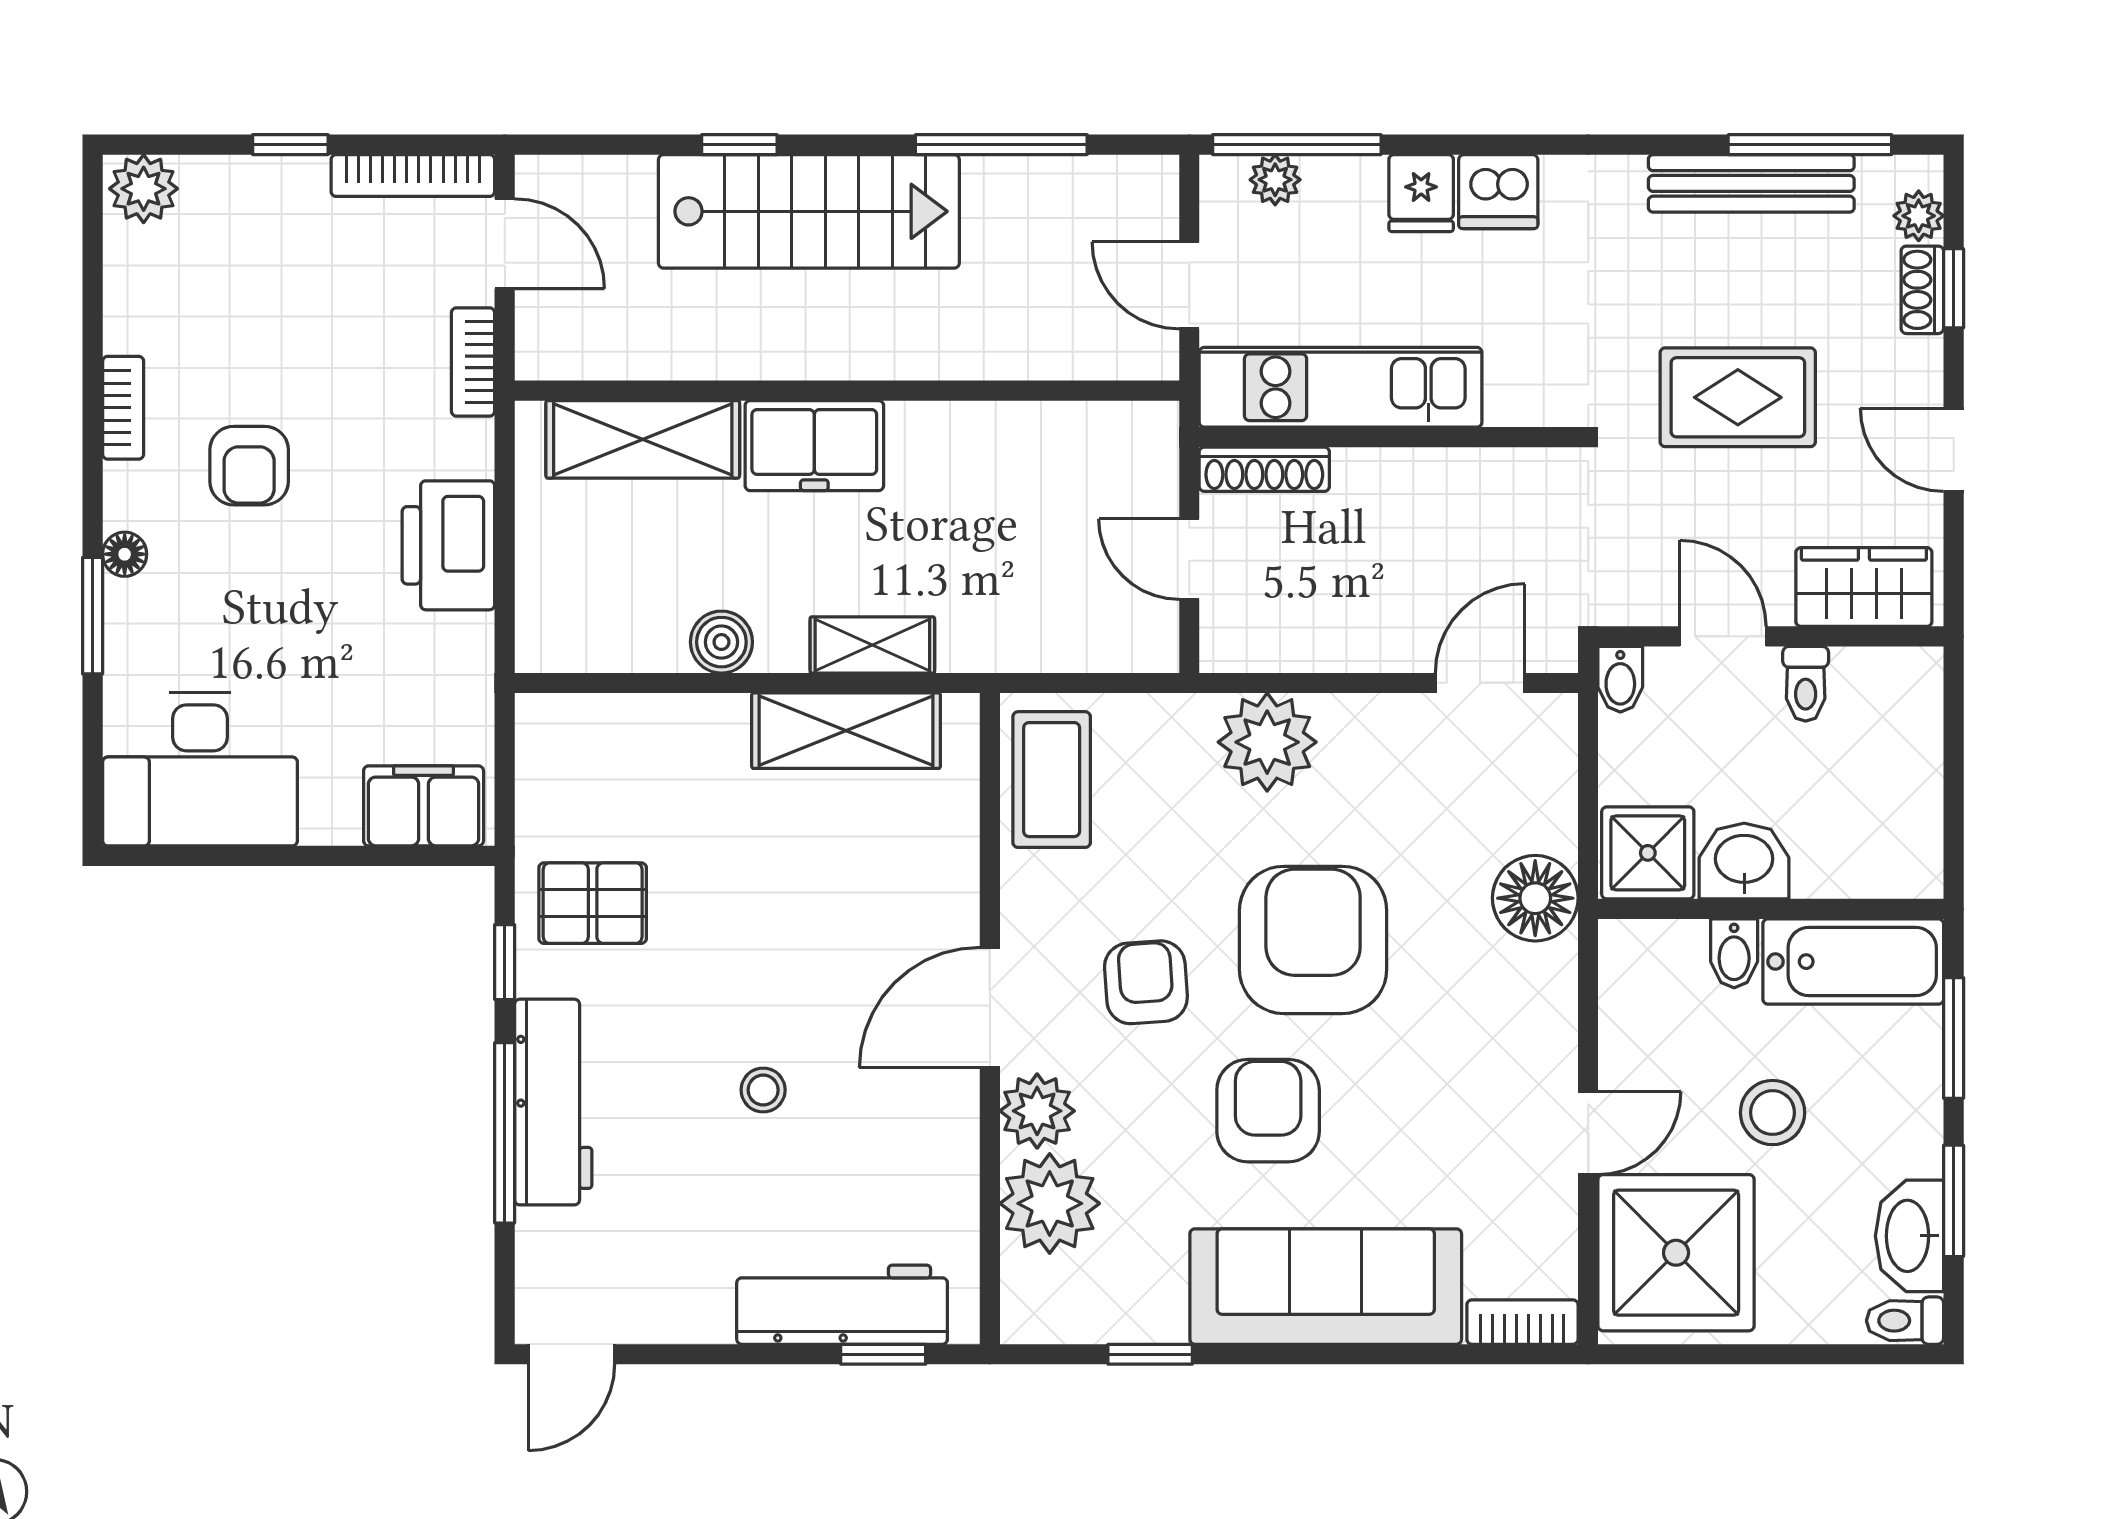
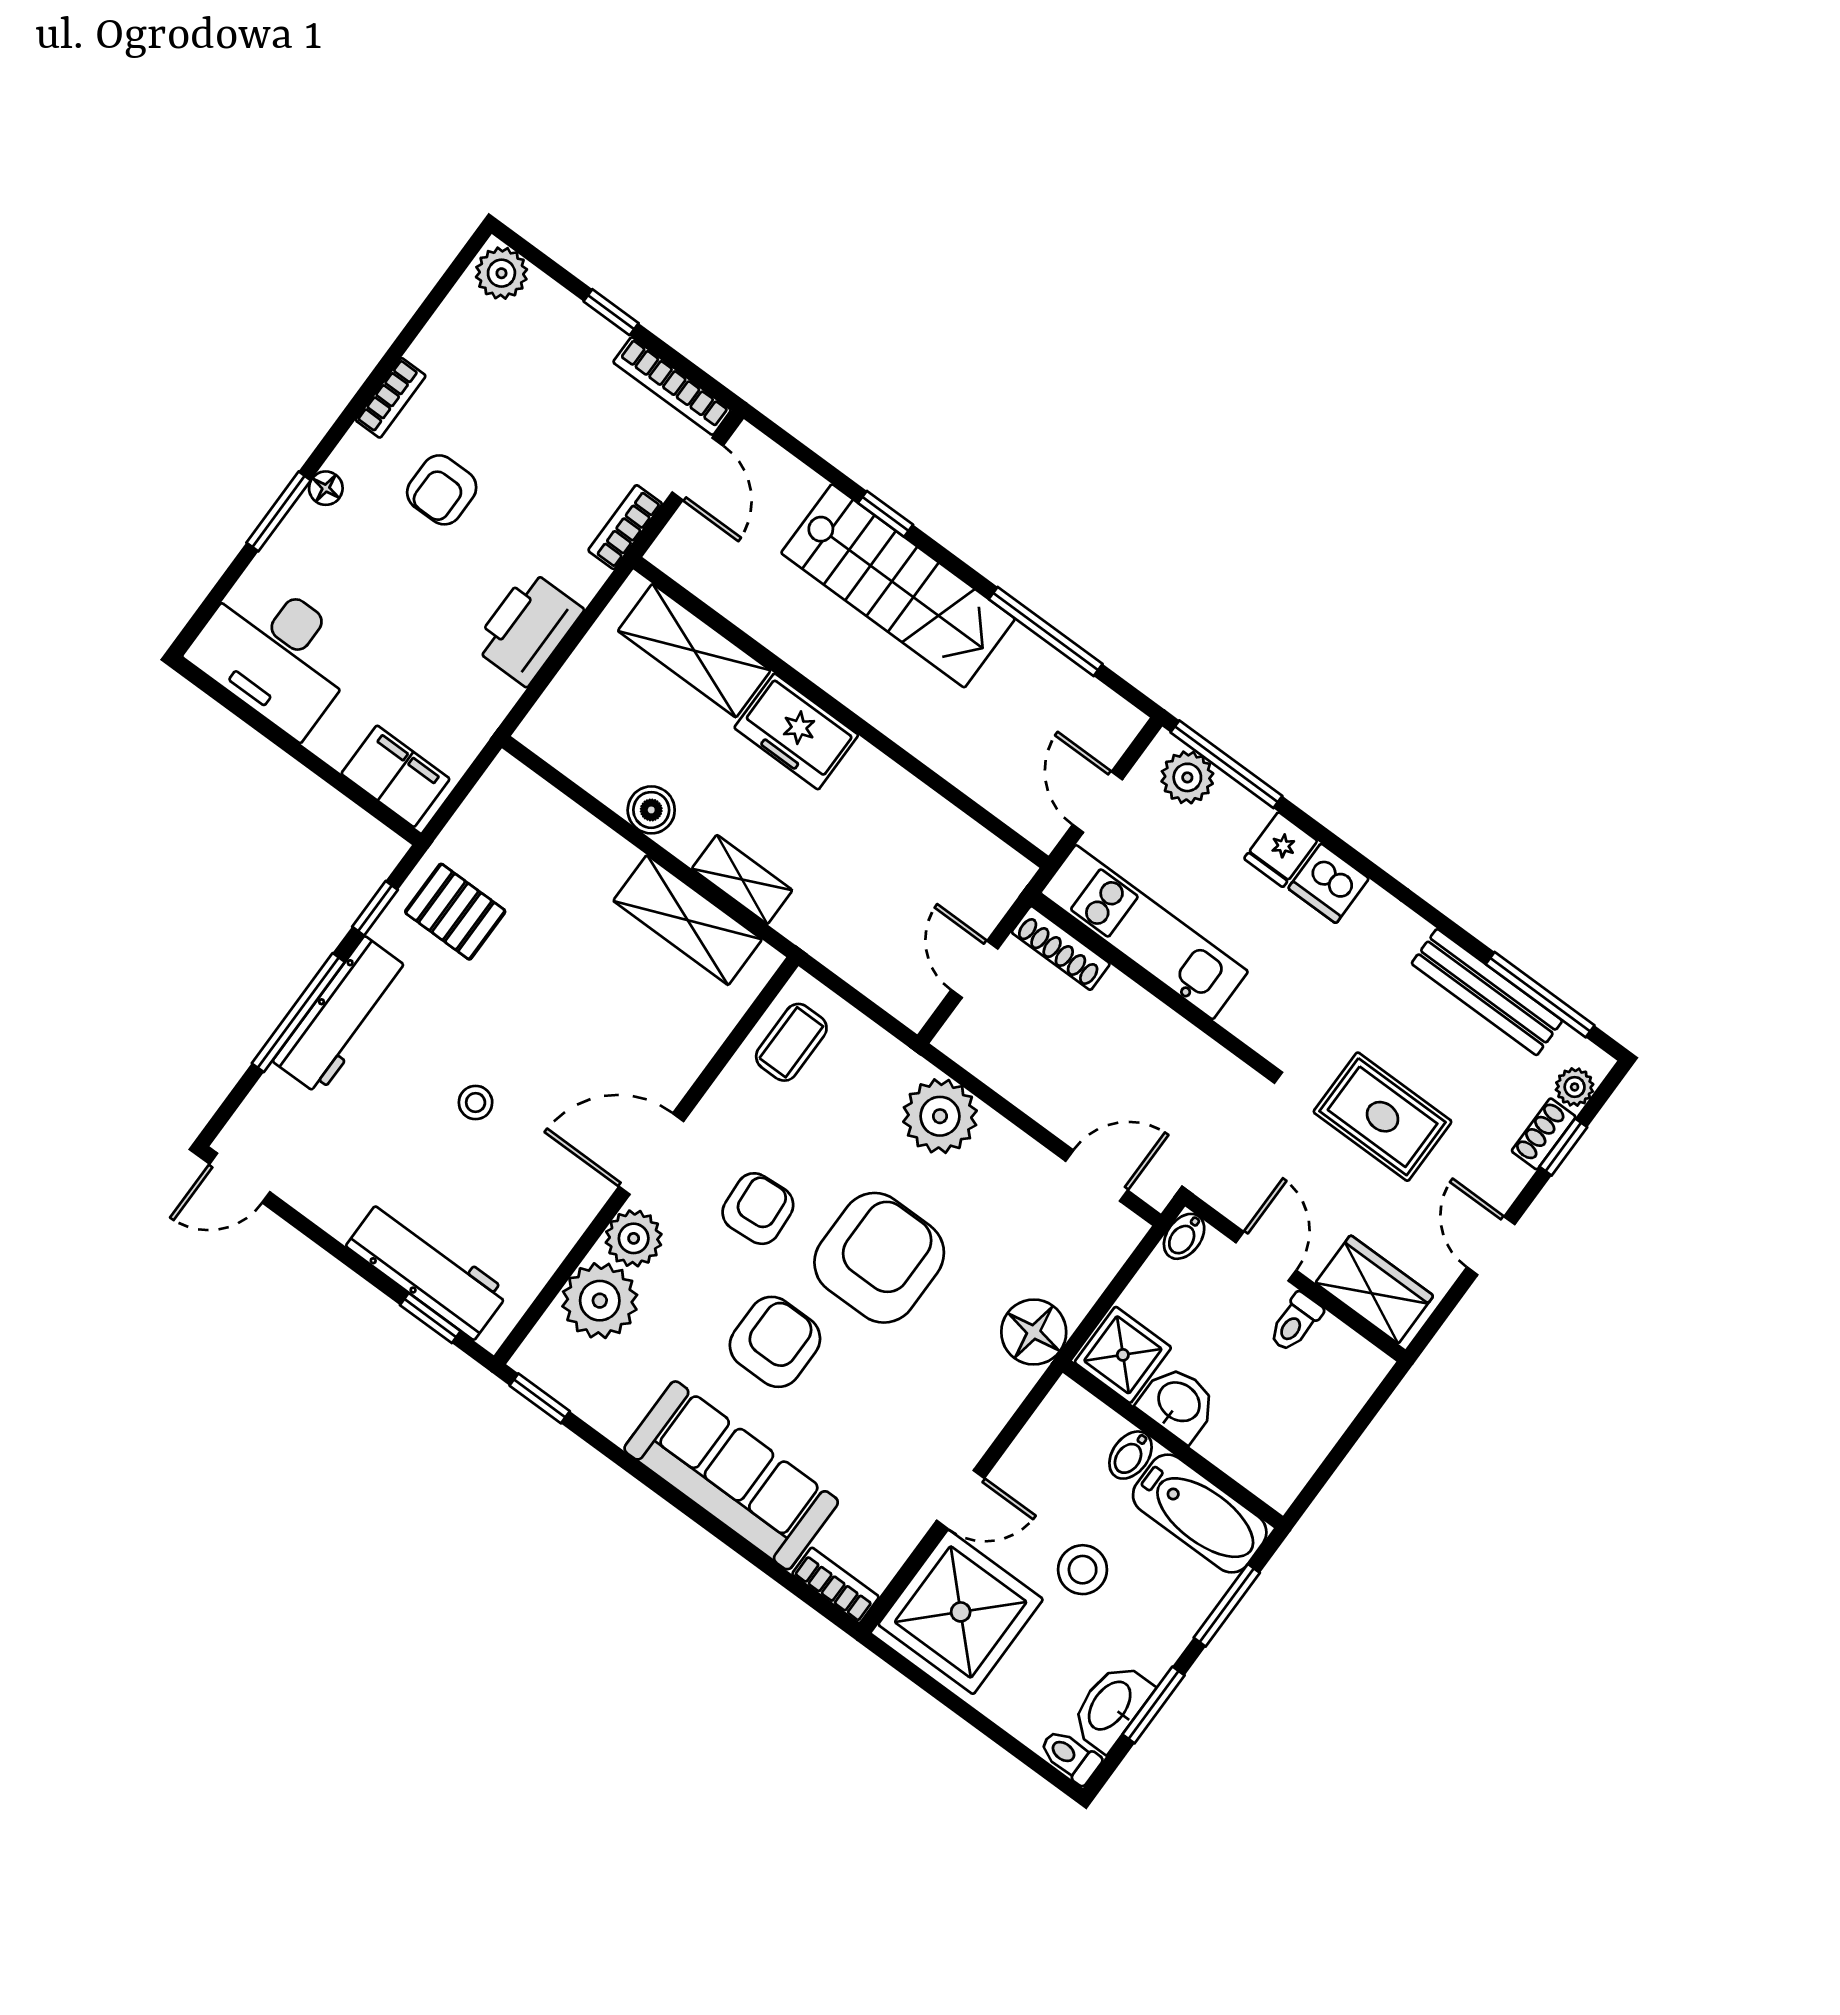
plant: (1275, 180) -> (1187, 777), width x1.38, depth x1.38
coffee table: (1052, 780) -> (791, 1042), width x0.73, depth x0.77
window: (1150, 1354) -> (540, 1398), moved

